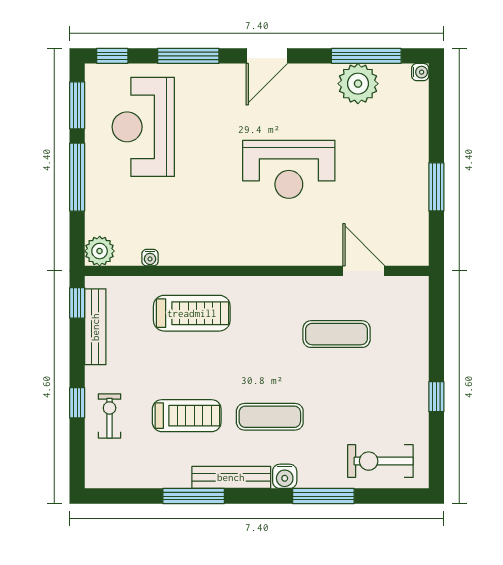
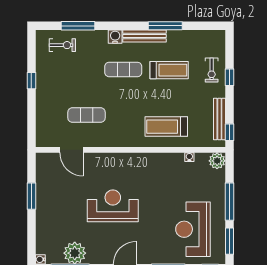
reception desk: (143, 127) -> (193, 229), turned 180
treadmill: (187, 416) -> (169, 70), turned 180
exercise bike: (380, 461) -> (62, 45), width x0.73, depth x0.72
window: (323, 496) -> (78, 26), moved

